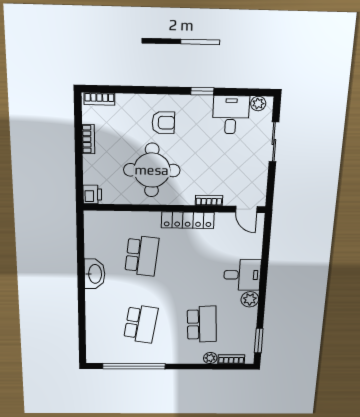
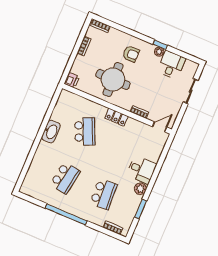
plant: (258, 104) -> (159, 52), moved
door: (246, 209) -> (160, 127), swing flipped
locker: (188, 220) -> (117, 117), width x0.66
school desk: (142, 256) -> (85, 131), turned -30
window: (259, 341) -> (141, 209), moved
plant: (210, 358) -> (100, 221), removed
window: (134, 366) -> (66, 214), moved

